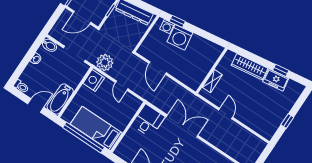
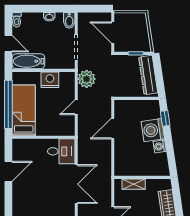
washing machine: (167, 26) -> (160, 146), moved
nightstand: (94, 80) -> (50, 80), moved

